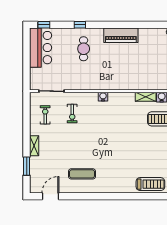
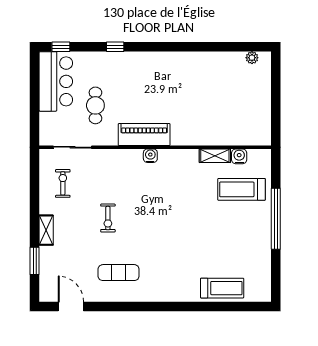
piano: (121, 35) -> (144, 135), moved, turned 180
cafe table: (84, 49) -> (95, 105), moved
exercise bike: (72, 113) -> (108, 218), moved
door: (50, 196) -> (71, 306), hinge flipped

